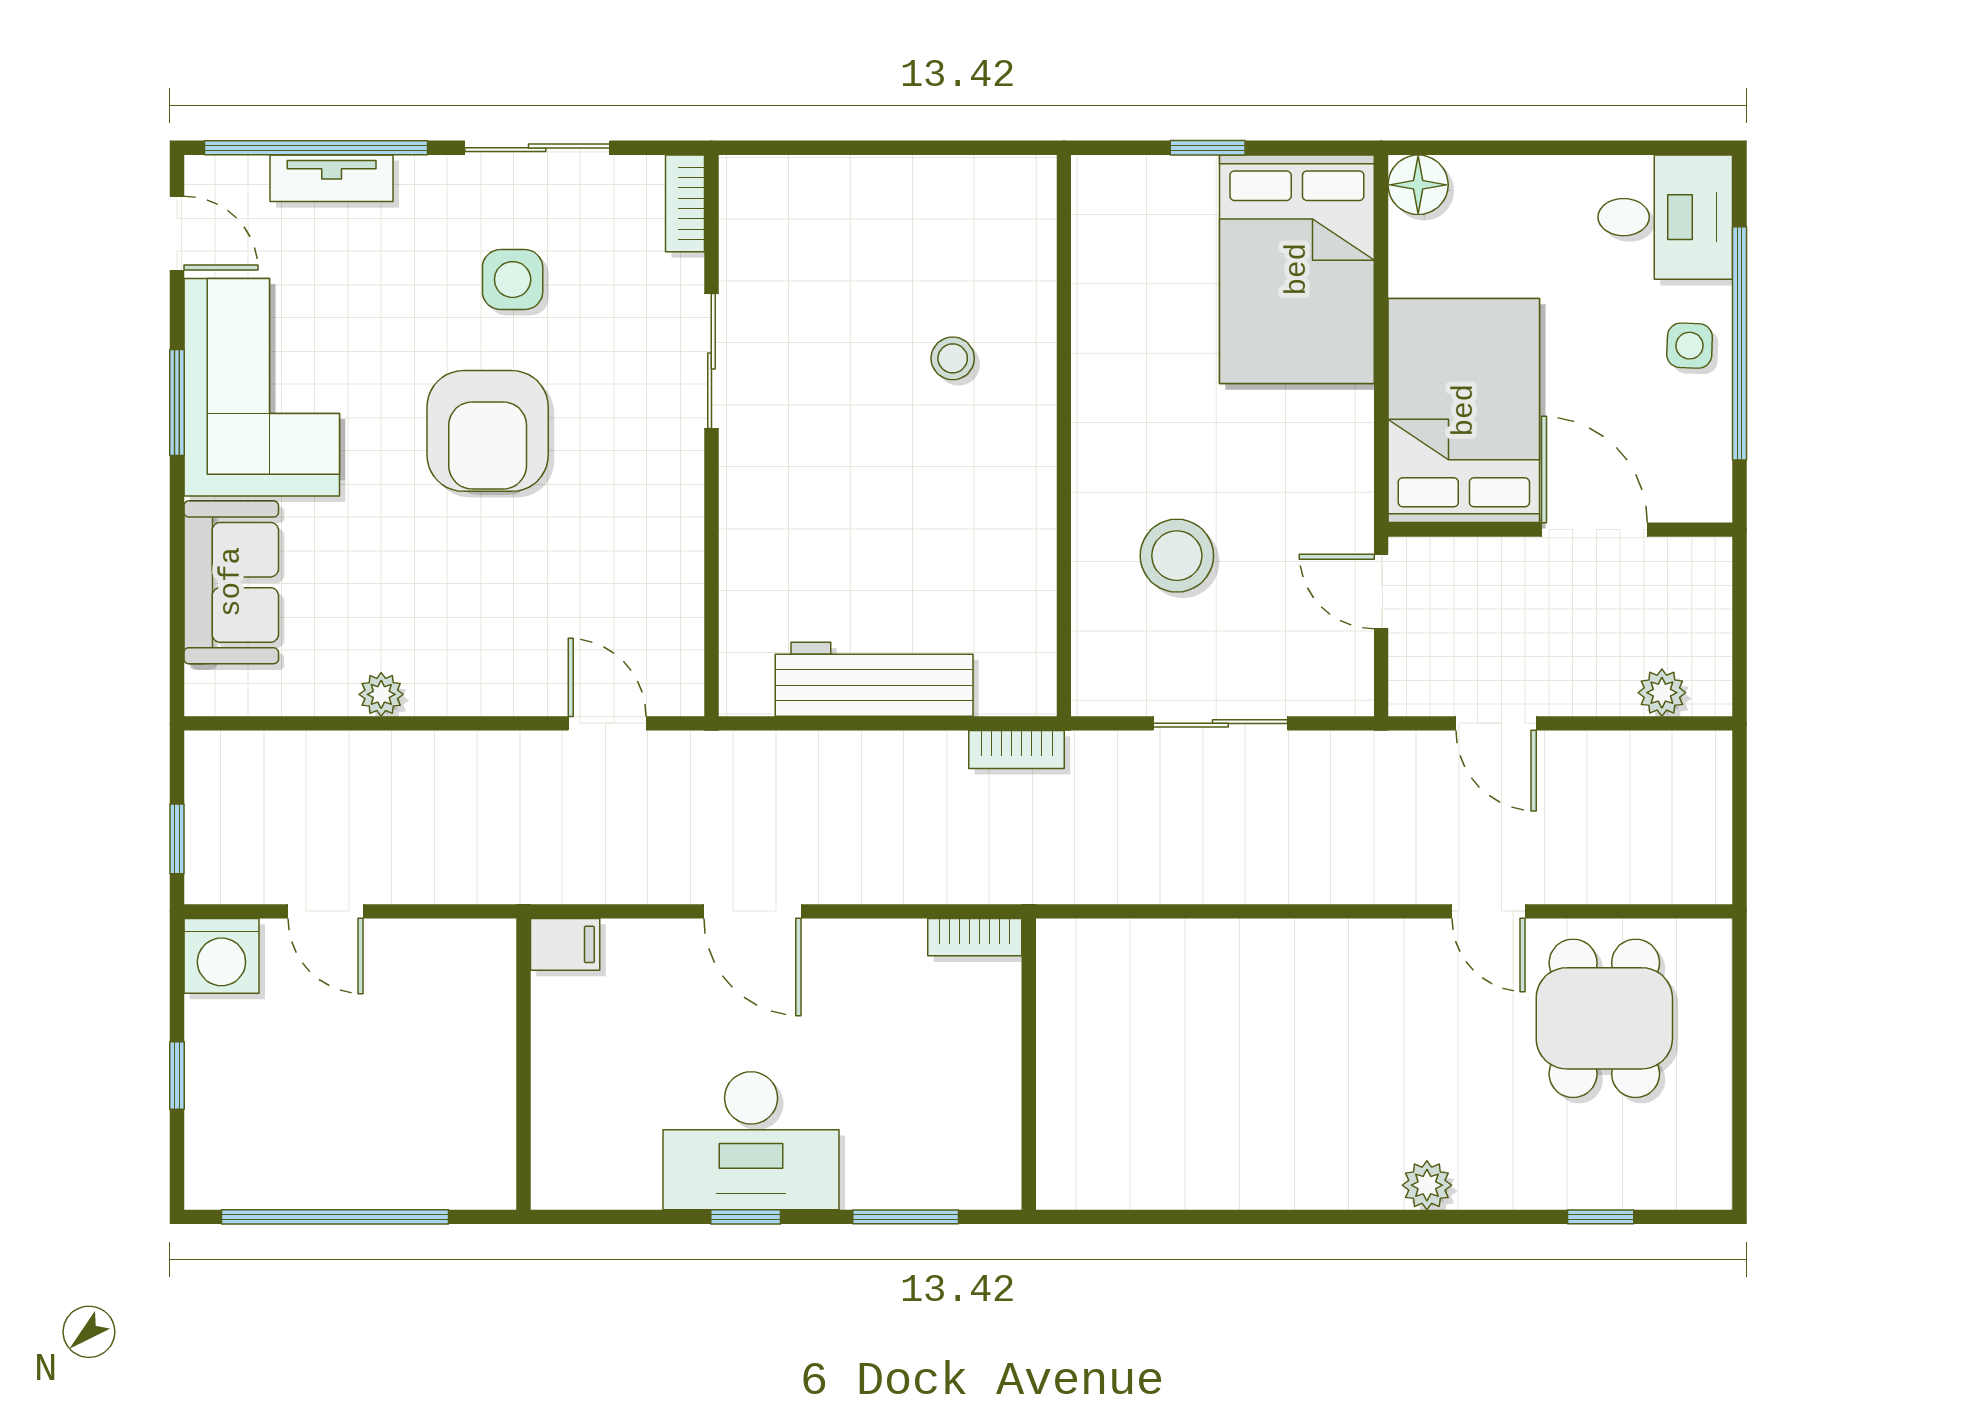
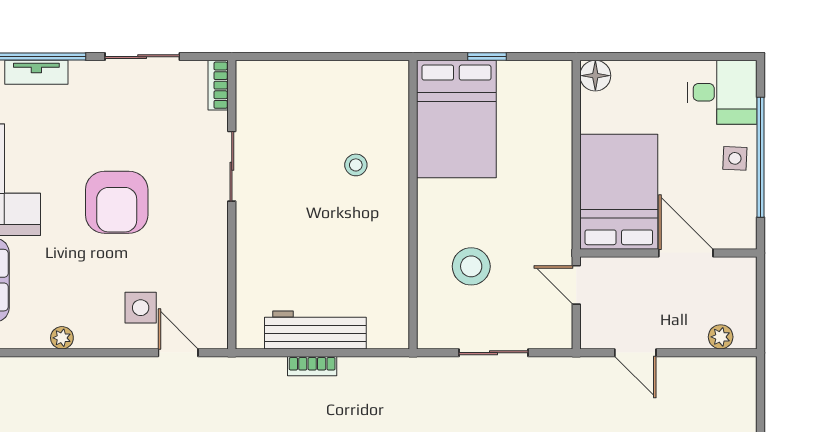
bed: (1297, 269) -> (456, 119), moved
side table: (513, 280) -> (141, 308), moved
bookcase: (1017, 750) -> (312, 366), moved

